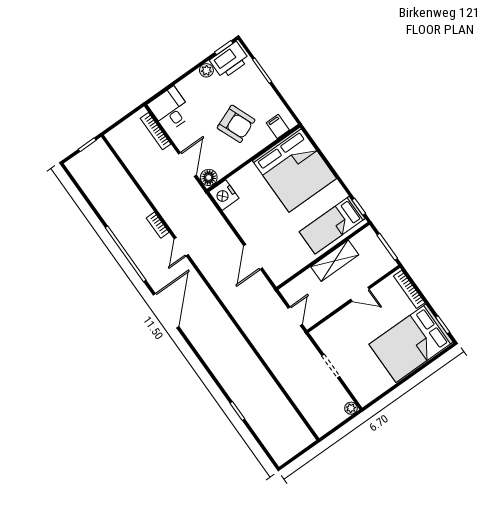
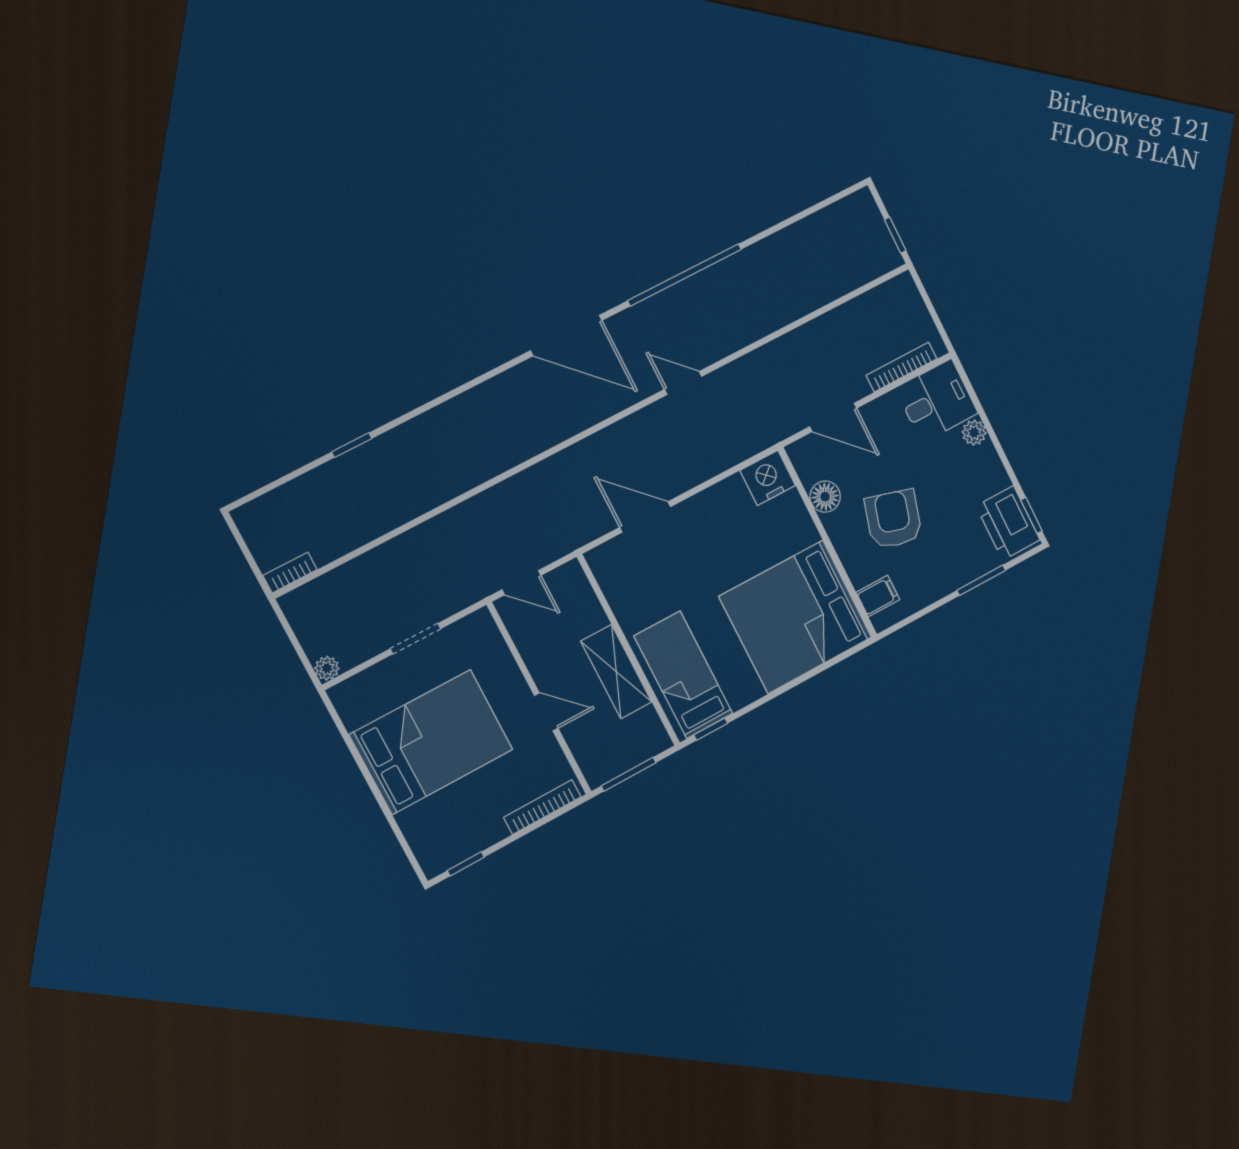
plant: (206, 70) -> (974, 433), moved
armchair: (236, 124) -> (893, 519), turned 128
floor lamp: (209, 177) -> (825, 497), moved
bookcase: (158, 225) -> (290, 573), moved
door: (360, 294) -> (546, 712), swing flipped
bed: (411, 343) -> (431, 742), moved, turned 90

